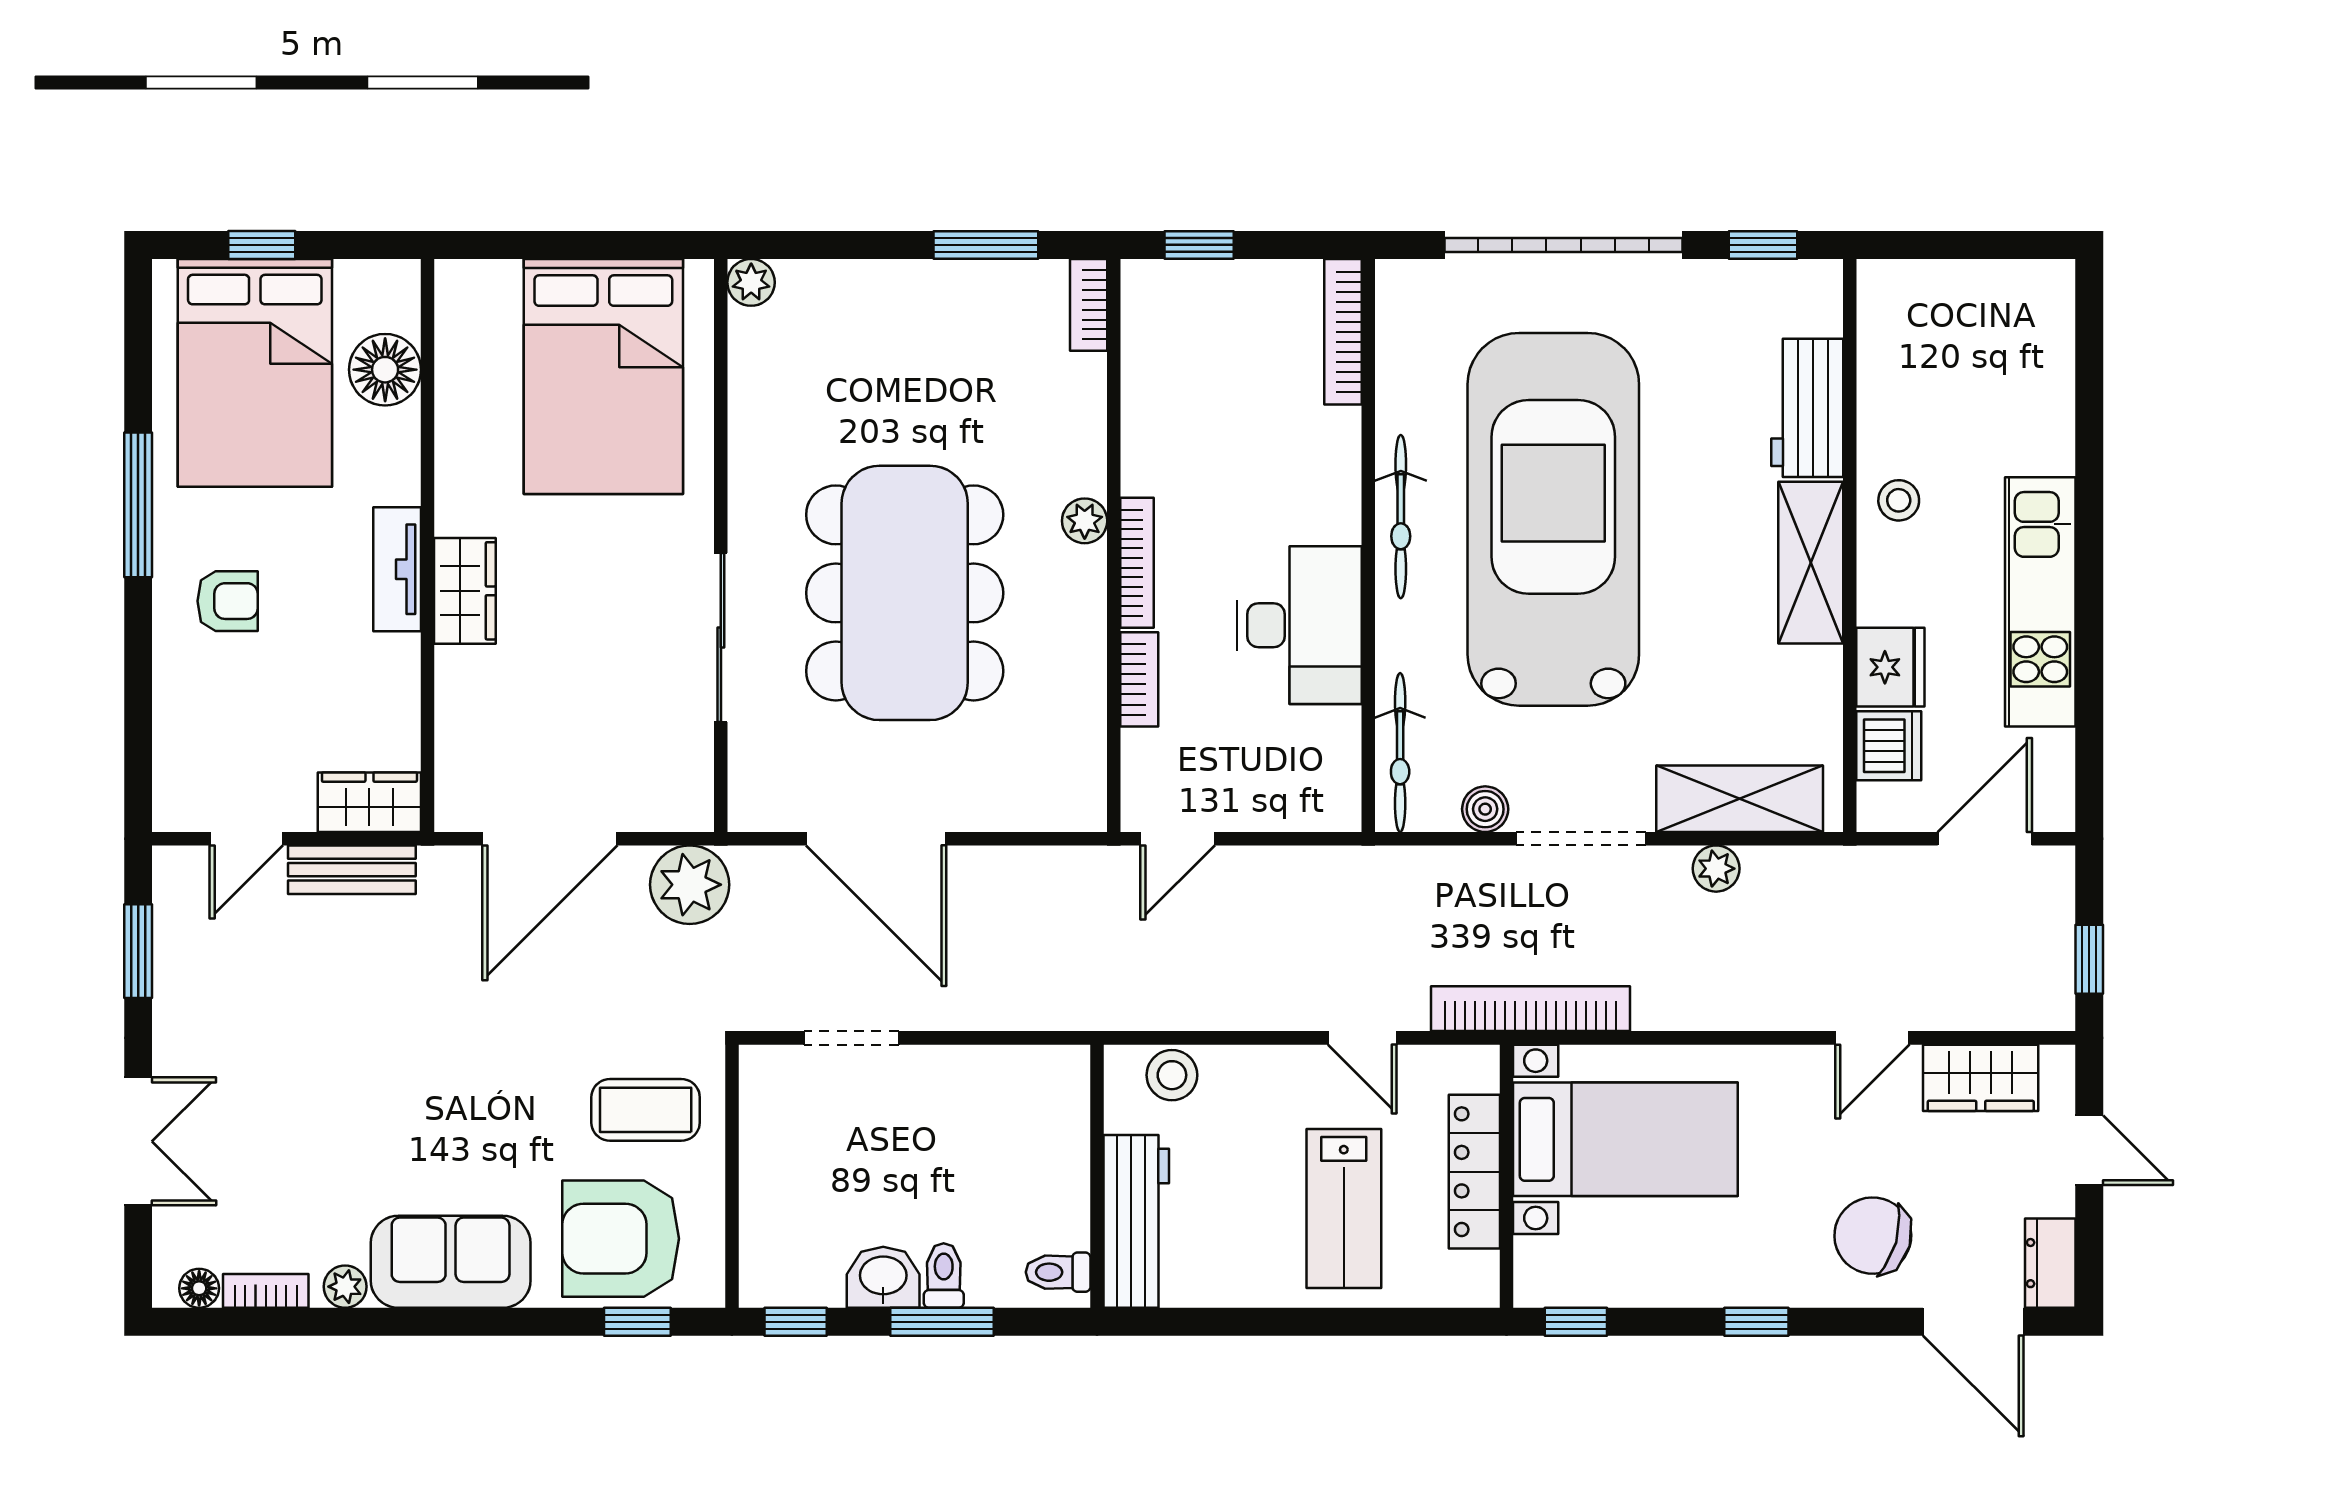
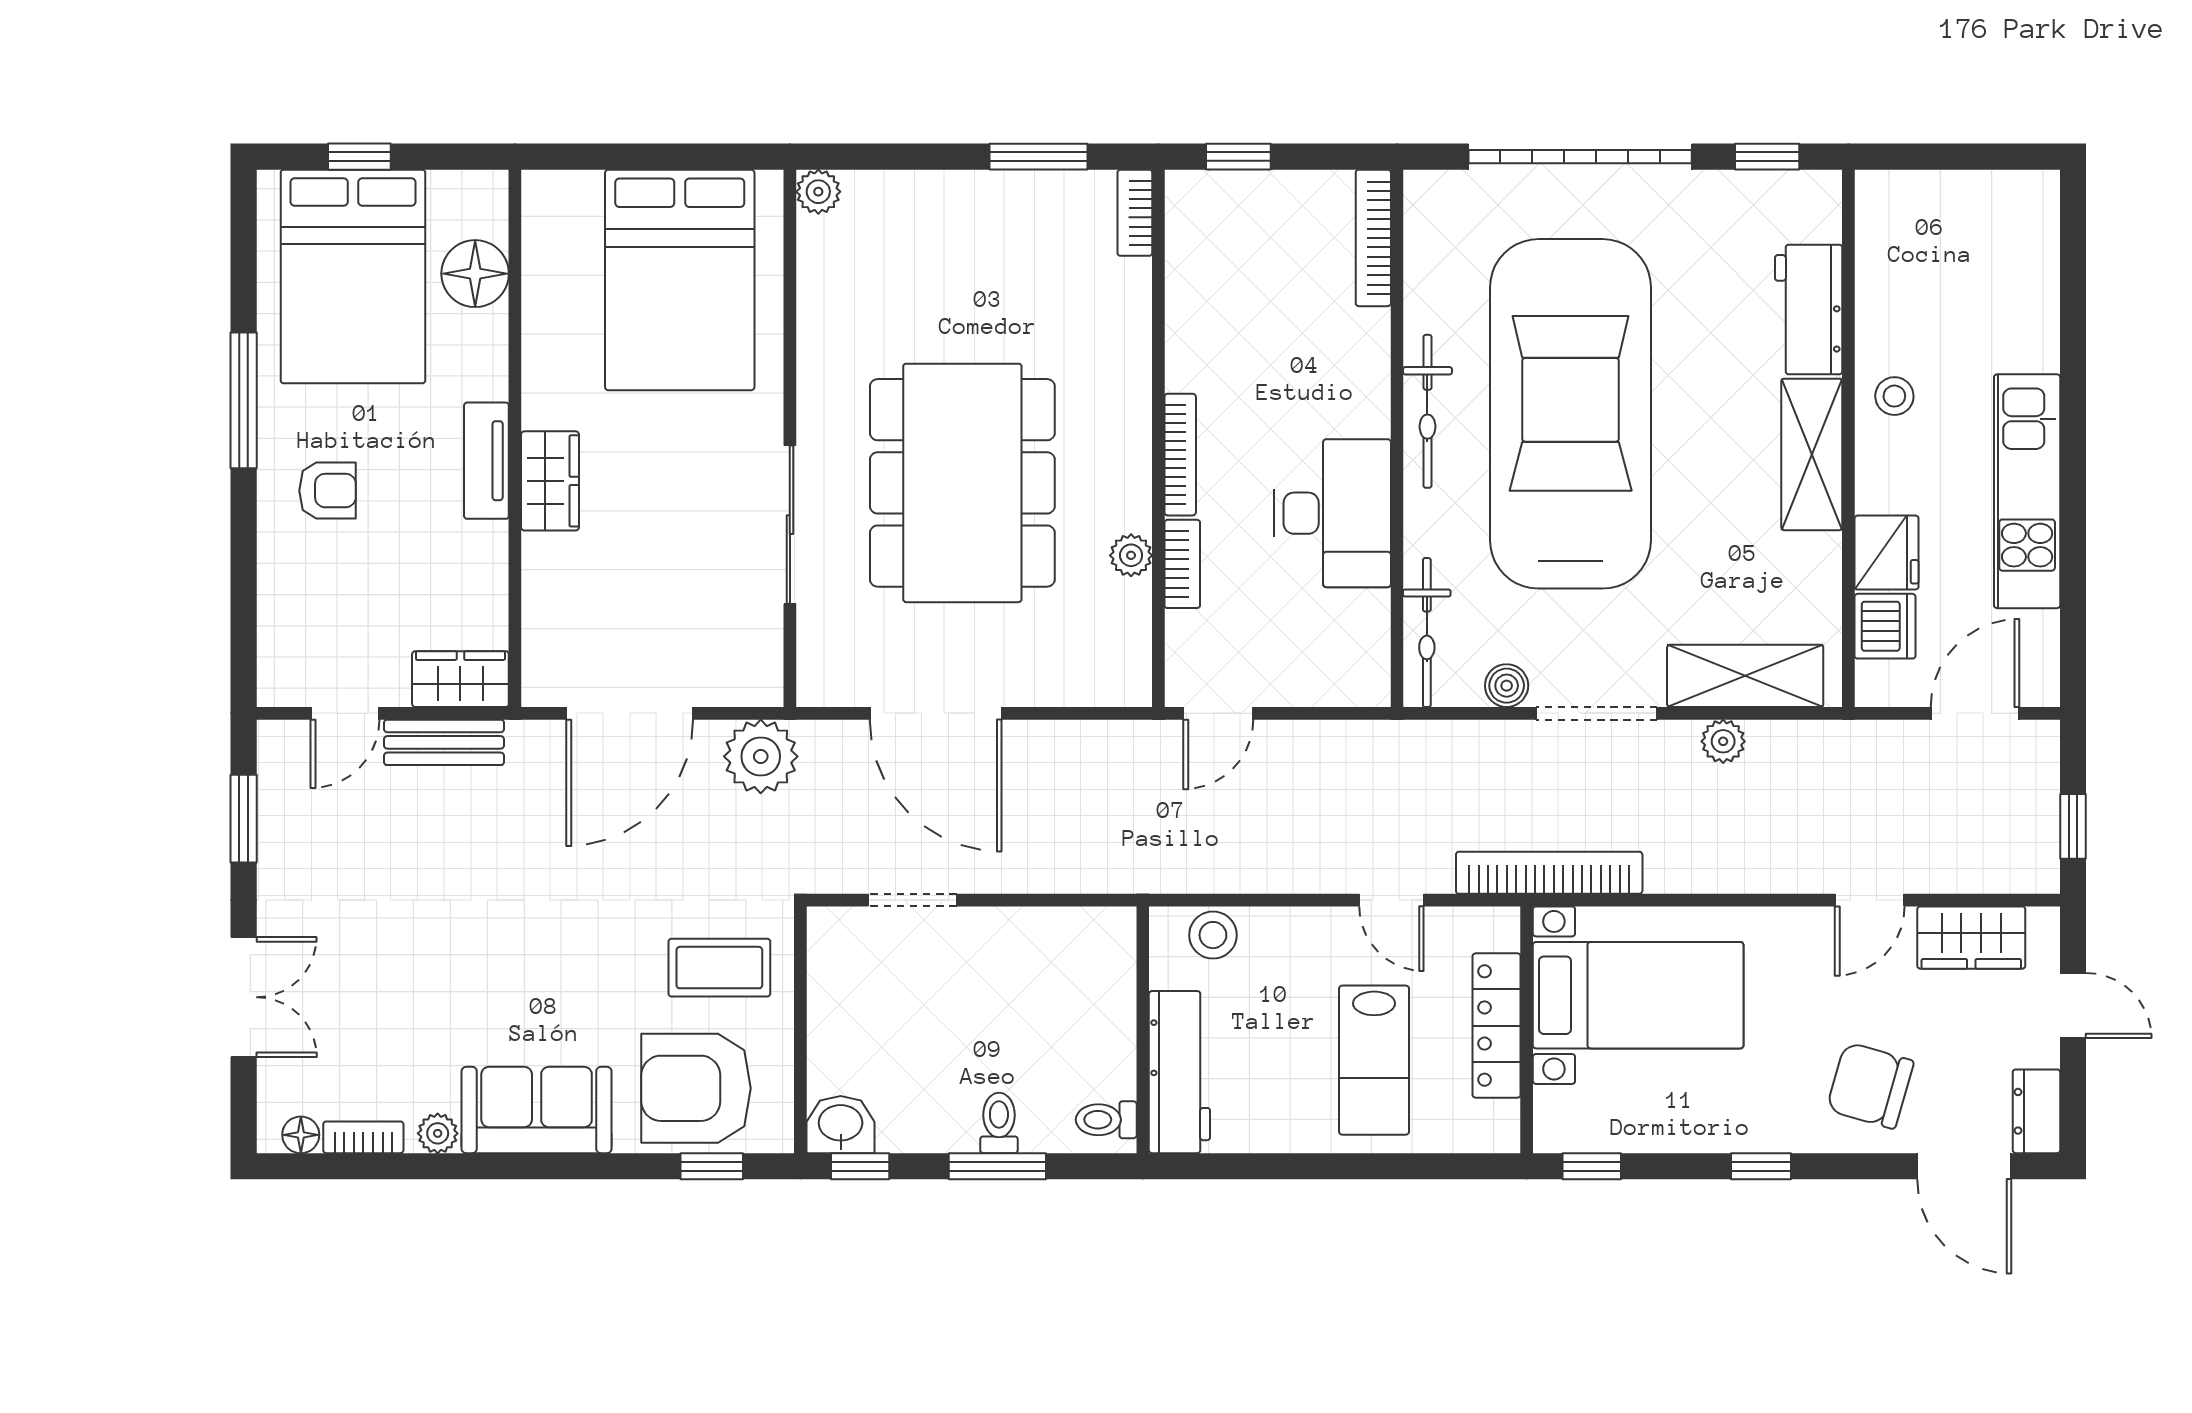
plant: (1085, 521) -> (1131, 555), moved
washbasin: (883, 1277) -> (841, 1125), moved

